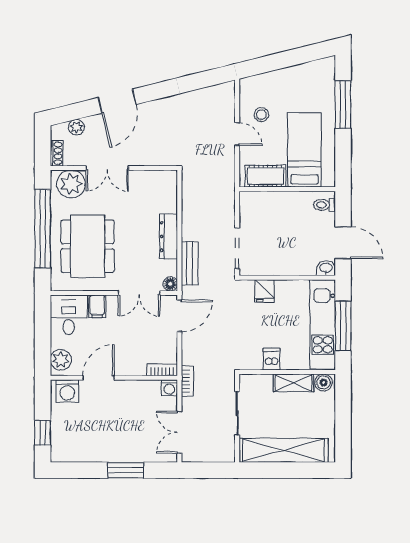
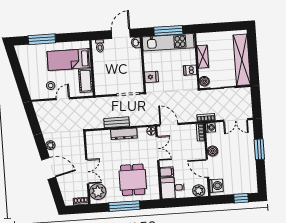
plant: (76, 127) -> (50, 145), moved
window: (43, 229) -> (124, 206), width x0.68
dining table: (88, 246) -> (133, 180), width x0.73
bench: (190, 263) -> (117, 122), moved
boiler: (324, 382) -> (204, 81), moved
boiler: (128, 389) -> (213, 151), added

